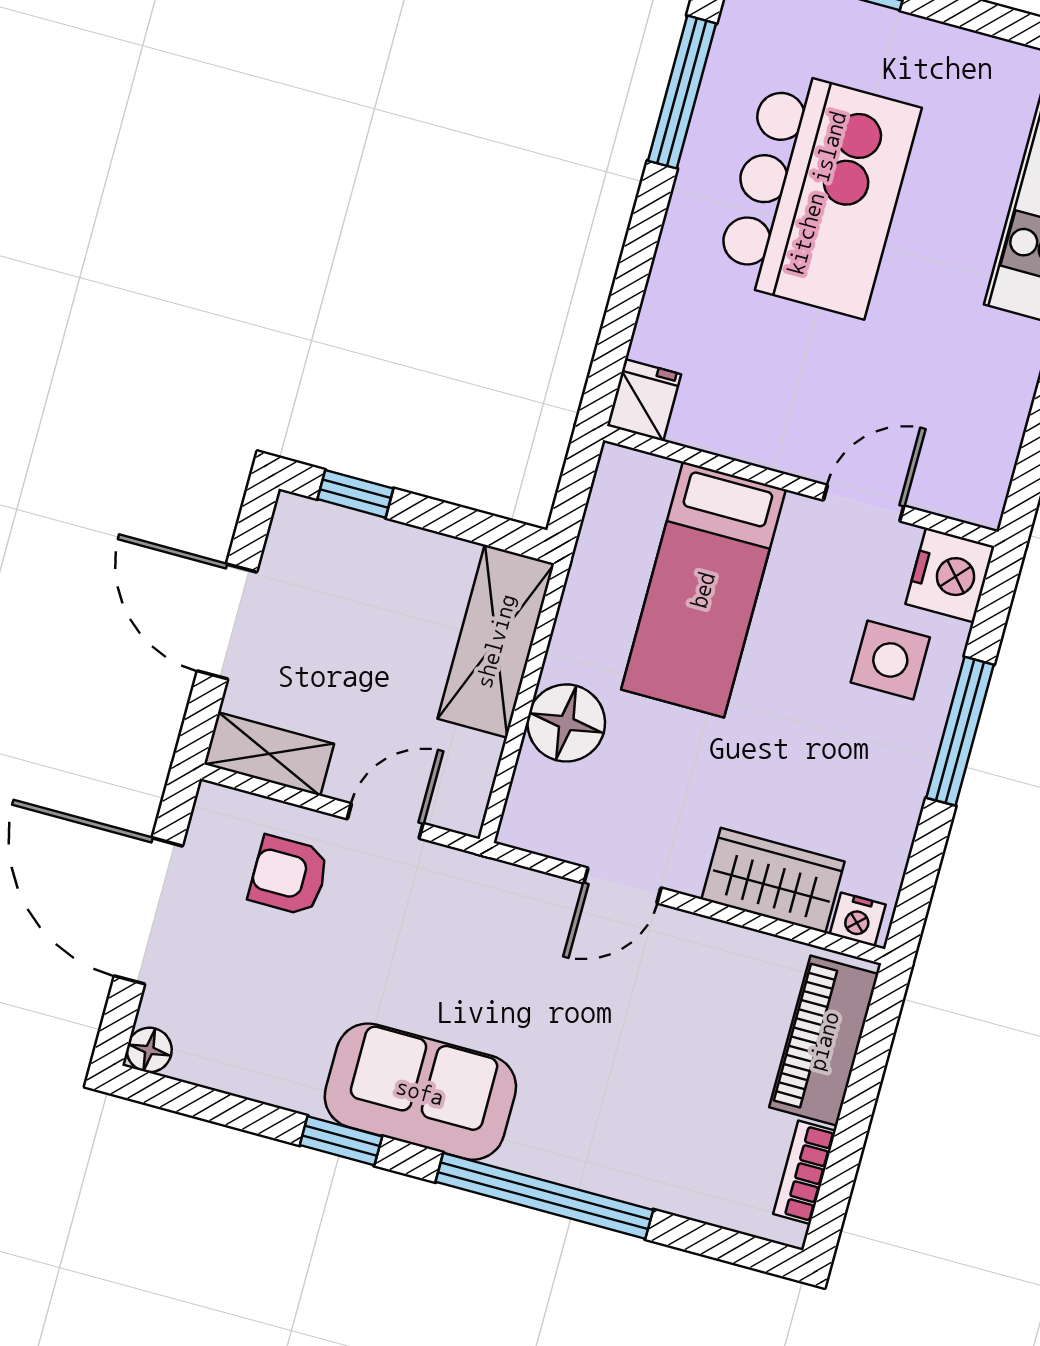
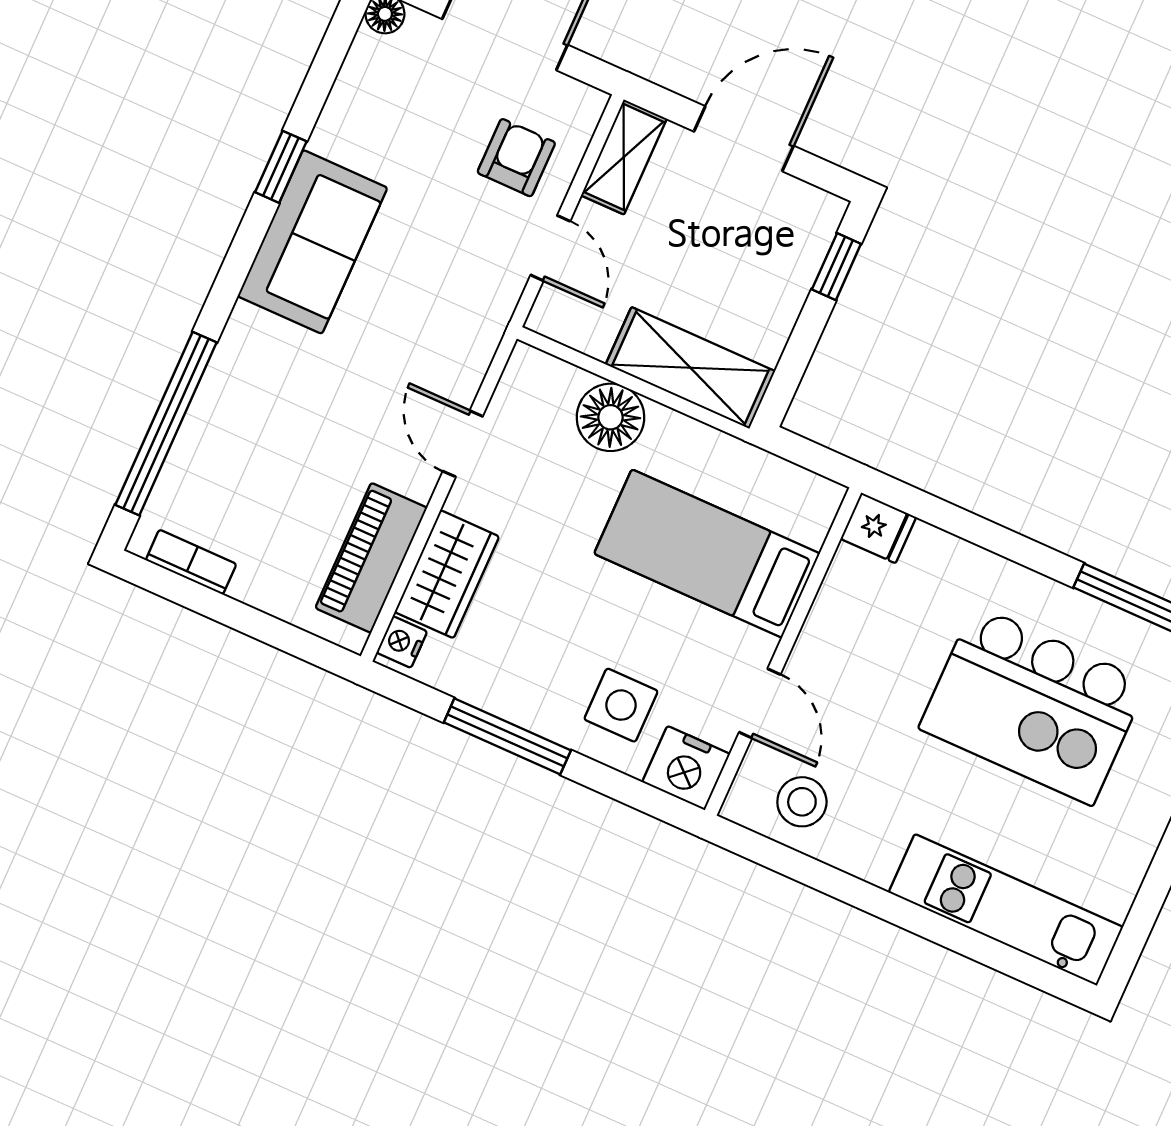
stool: (968, 438) -> (802, 802), added
window: (960, 731) -> (507, 736), moved
piano: (824, 1041) -> (371, 558), moved, turned -90
window: (544, 1196) -> (166, 424), moved

